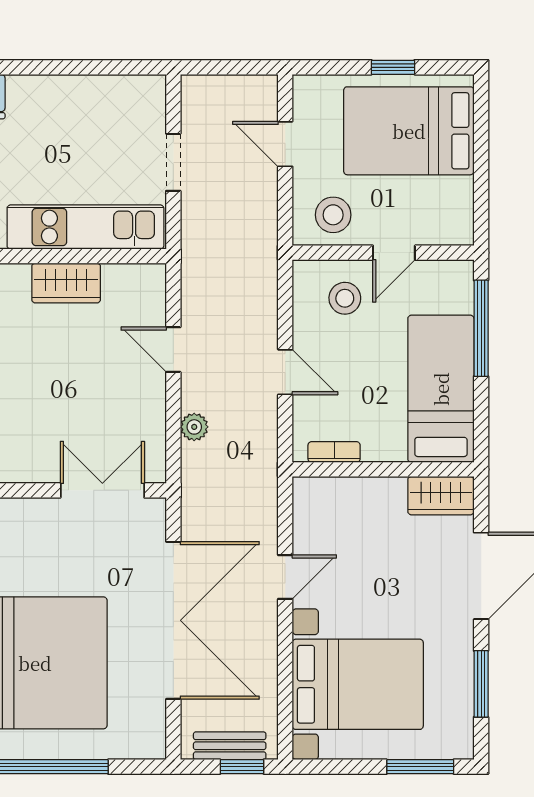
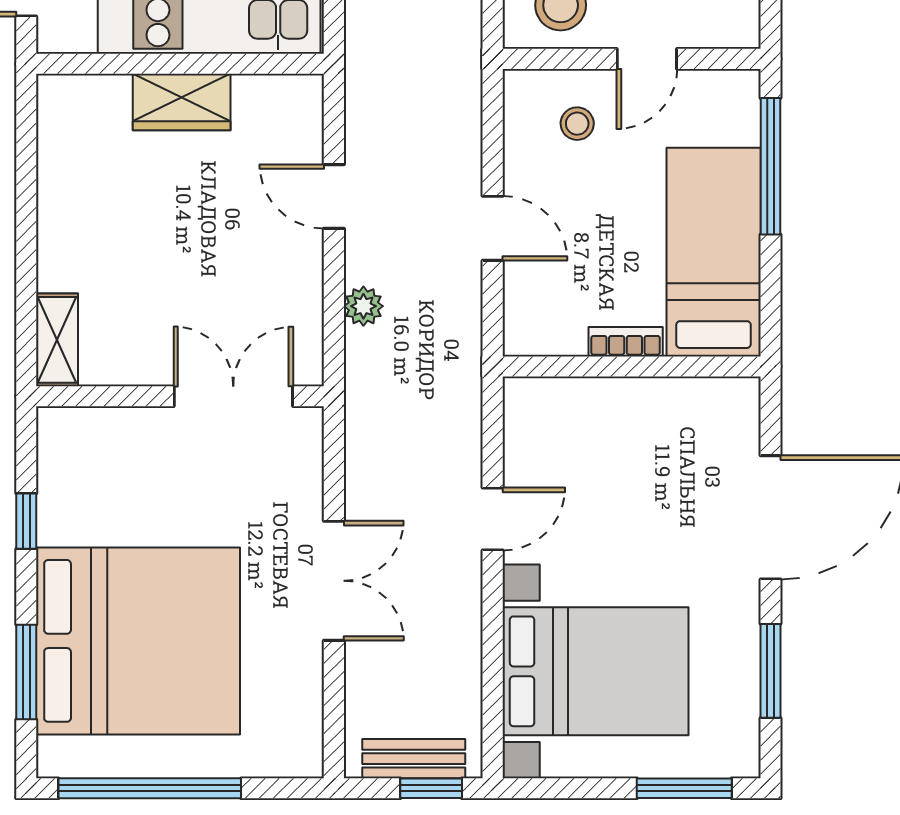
stool: (345, 298) -> (577, 124), width x0.73, depth x0.73
bookcase: (334, 452) -> (626, 342), moved
wardrobe: (441, 496) -> (714, 404), removed
double door: (173, 620) -> (334, 581), width x0.54

